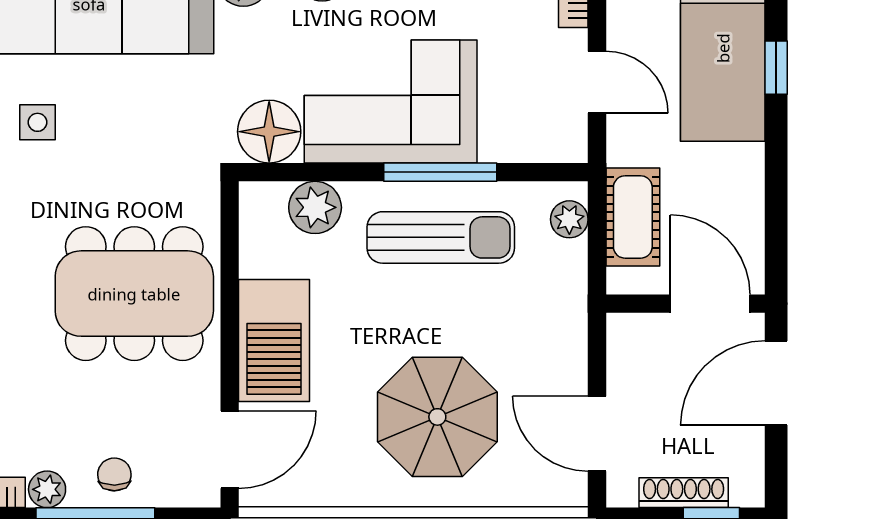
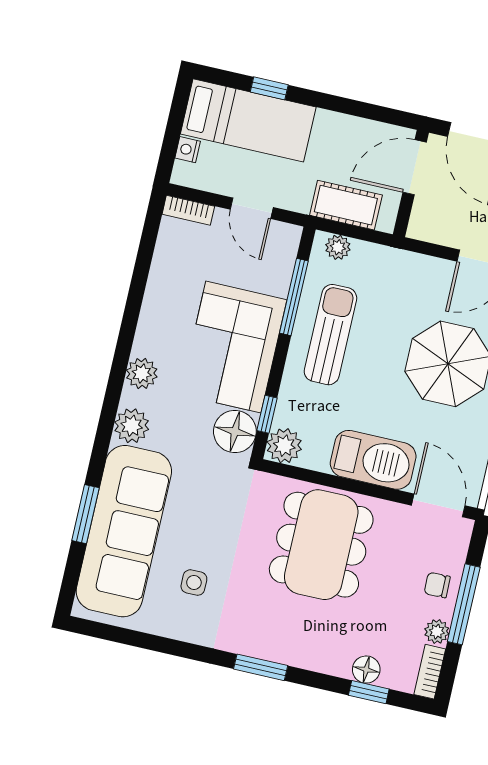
door: (597, 82) -> (252, 208), swing flipped
window: (305, 172) -> (267, 414), added
window: (440, 172) -> (294, 297), moved
plant: (315, 207) -> (284, 446), moved

